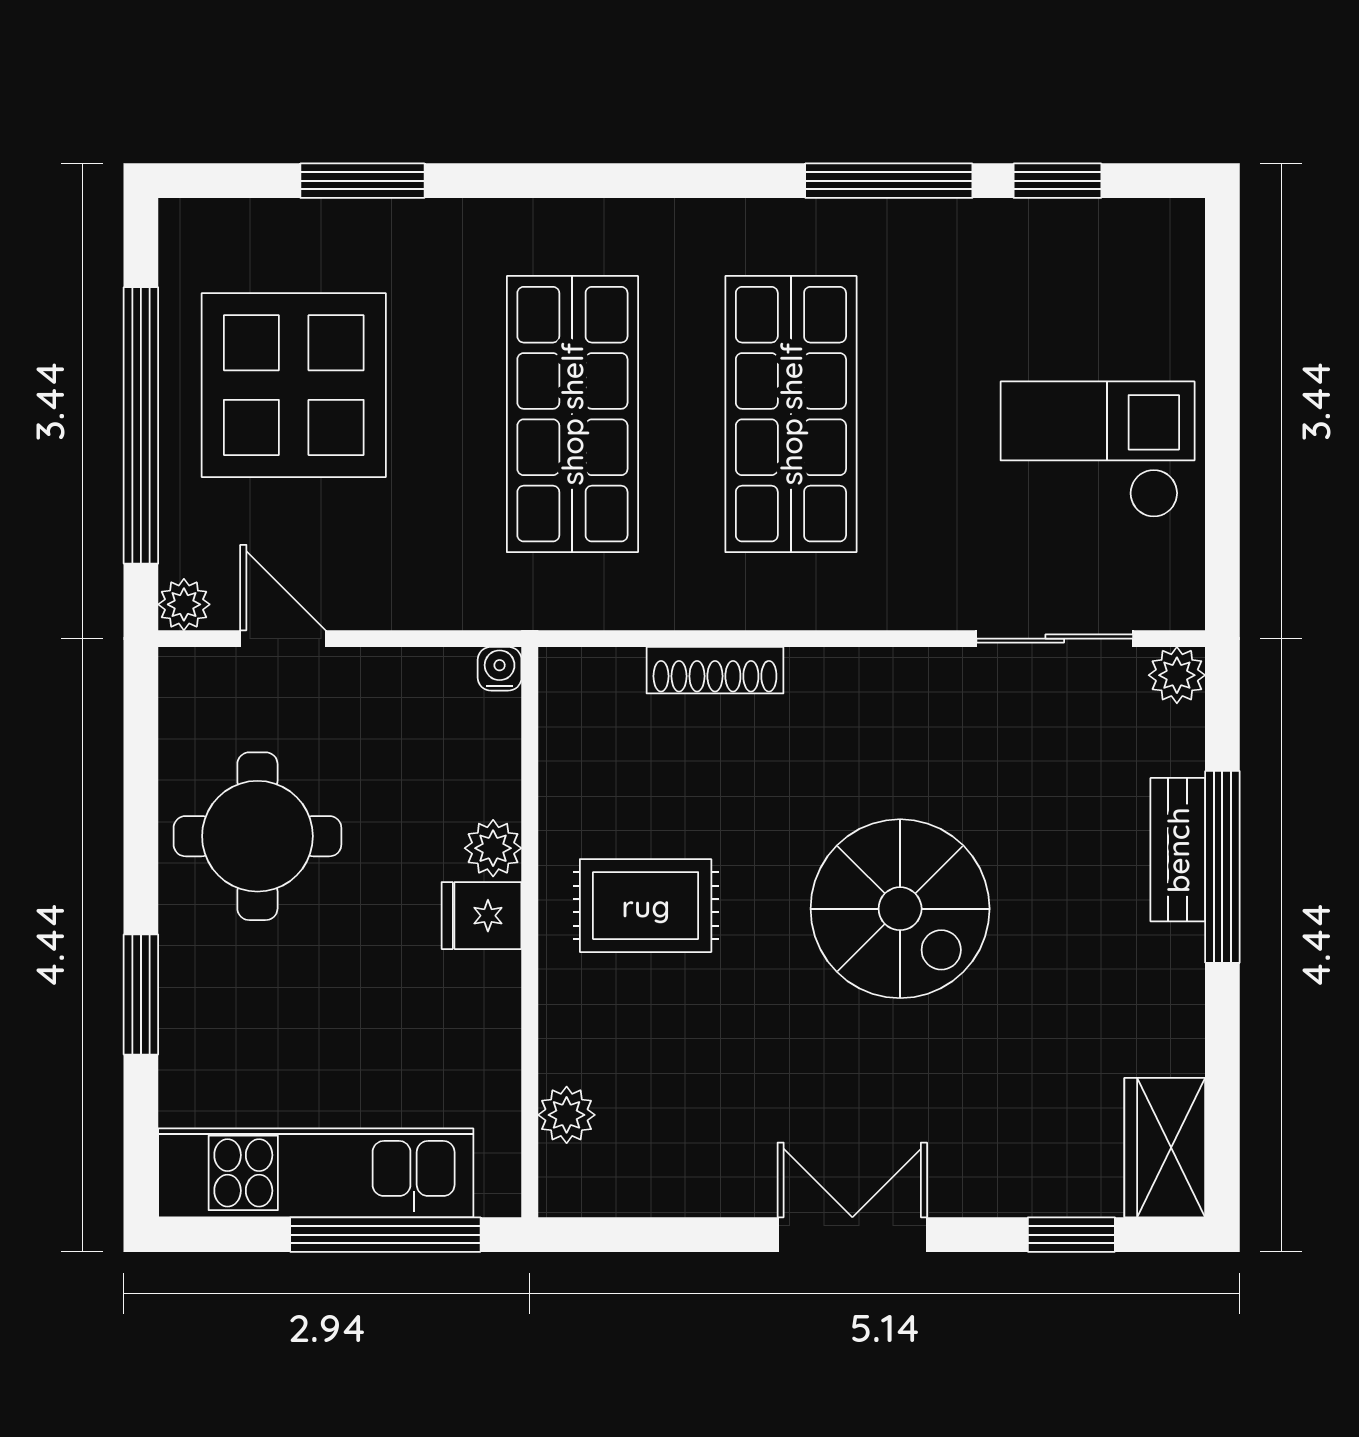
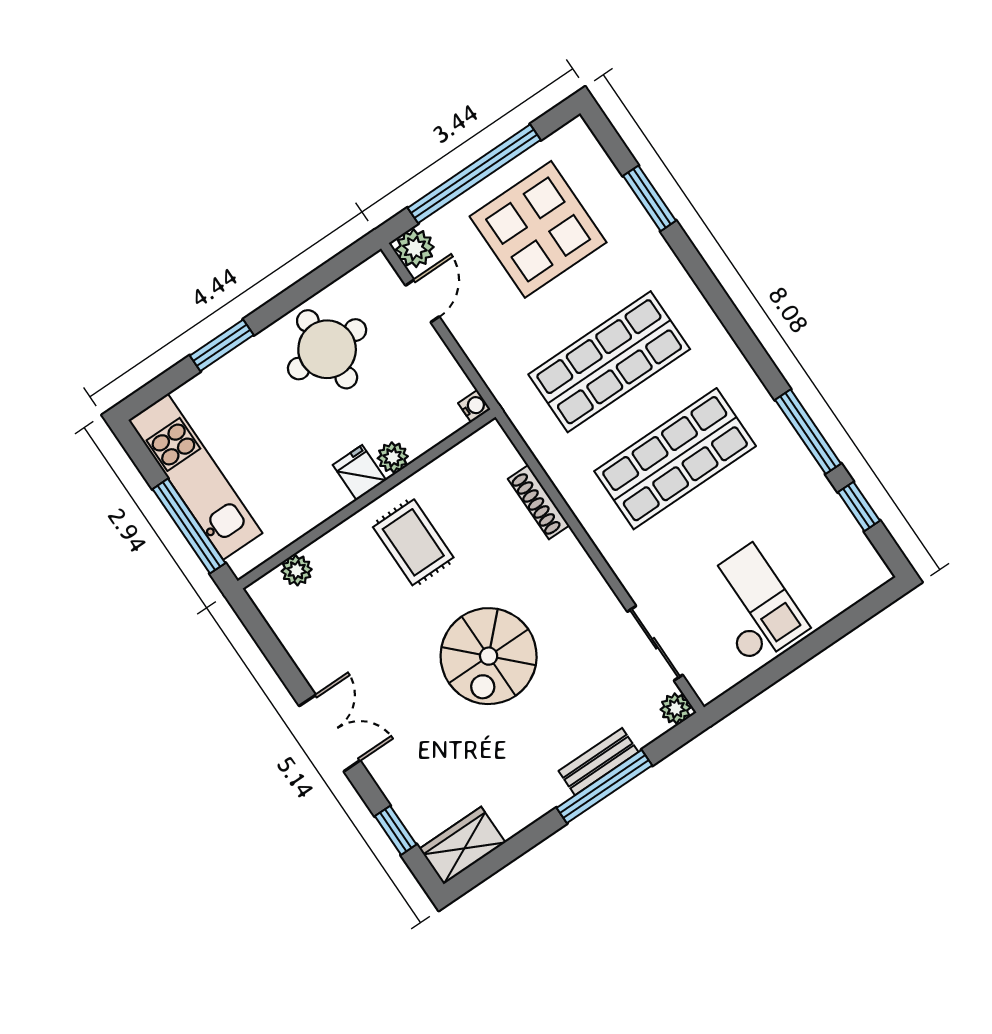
plant: (184, 604) -> (415, 248), width x1.38, depth x1.38

